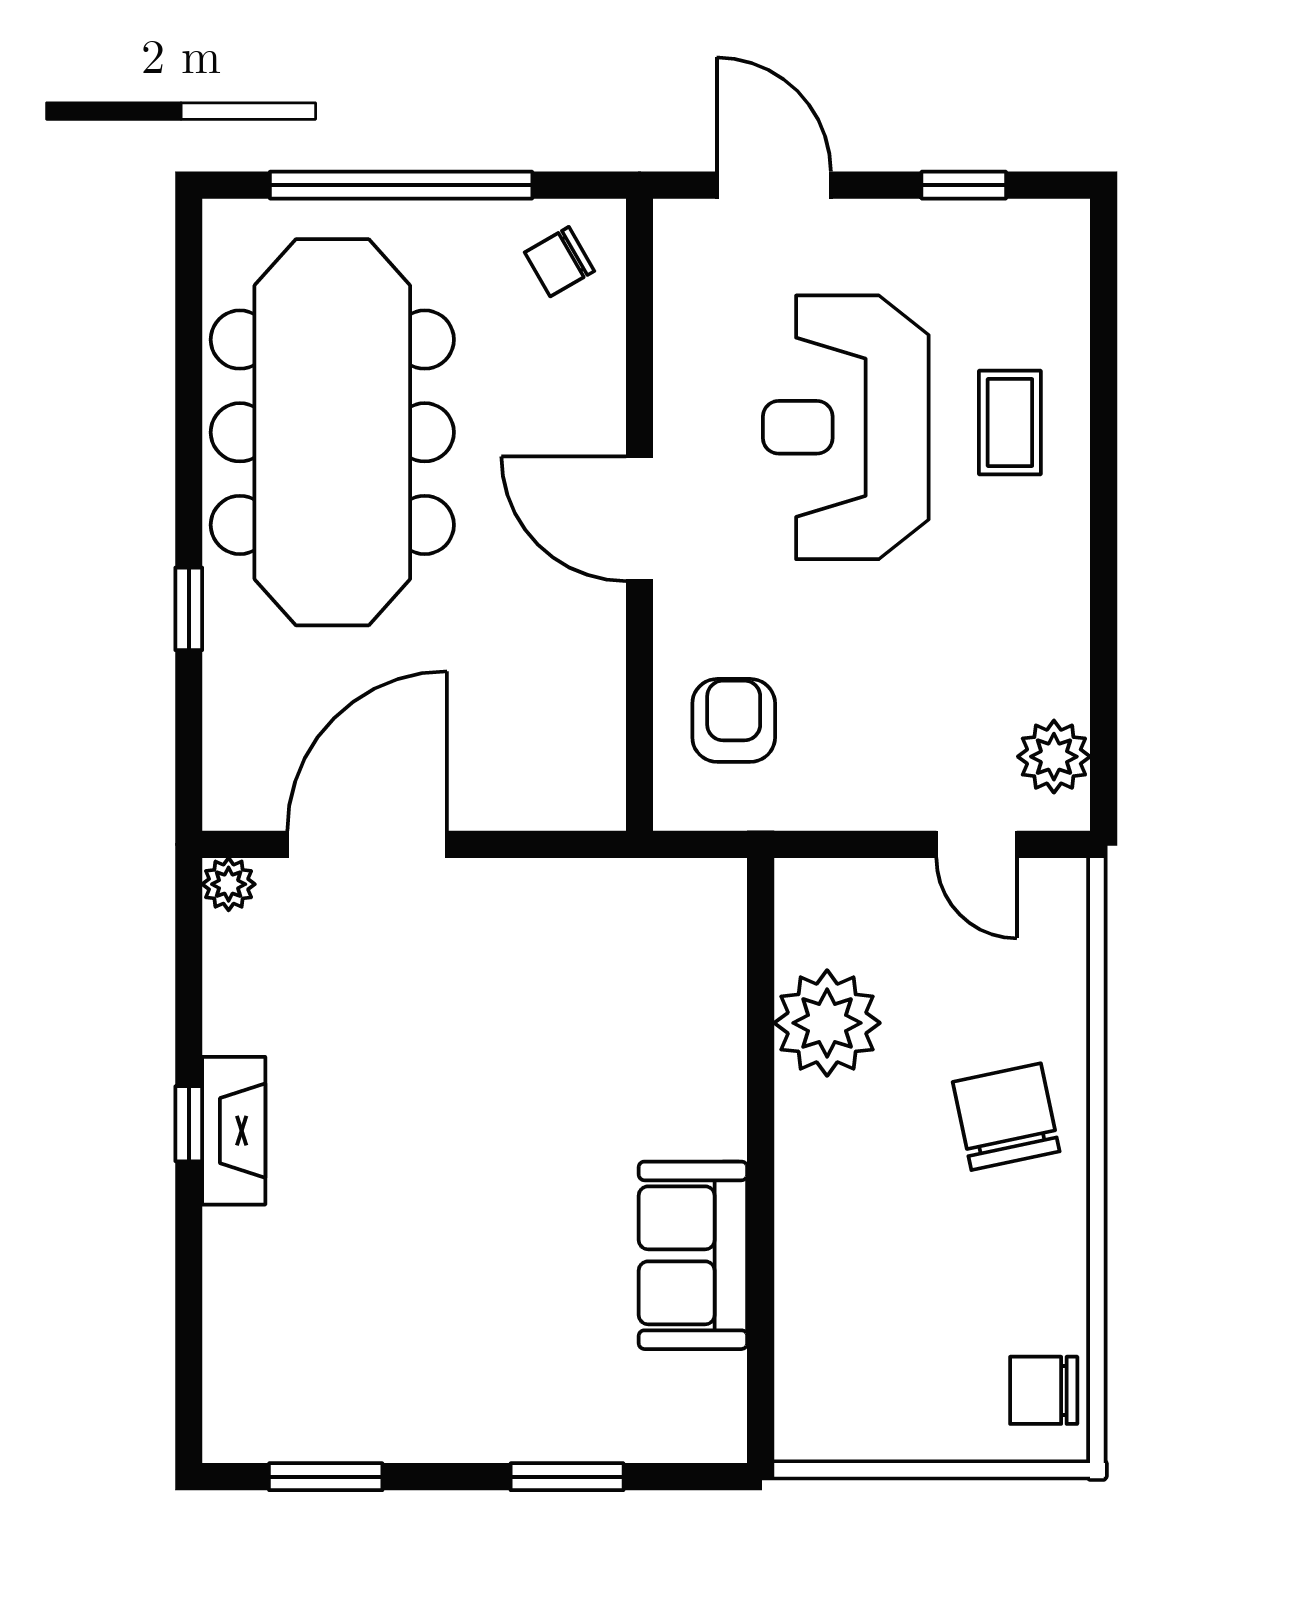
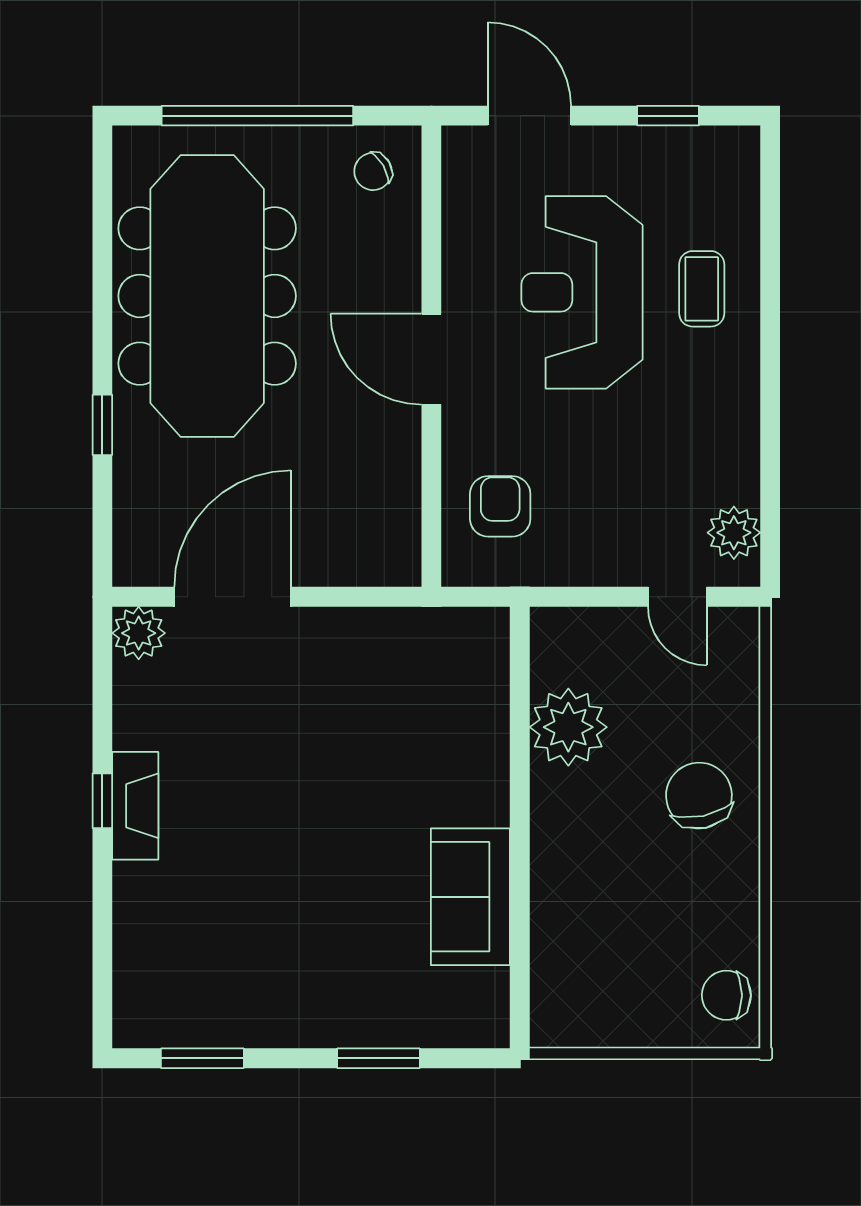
plant: (229, 884) -> (139, 633), width x1.38, depth x1.38

